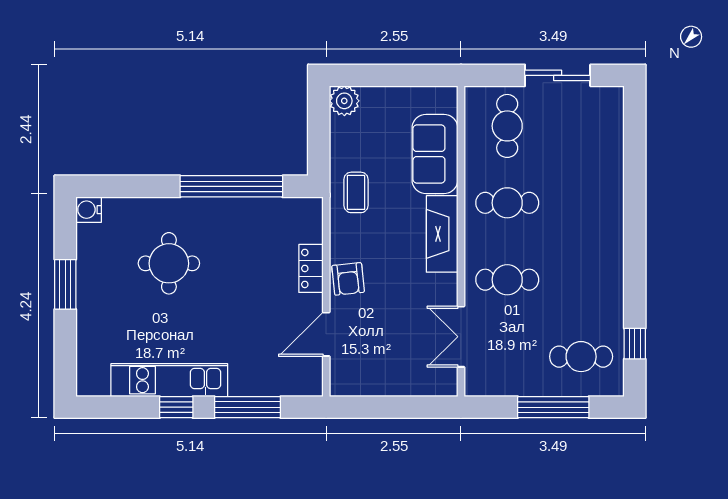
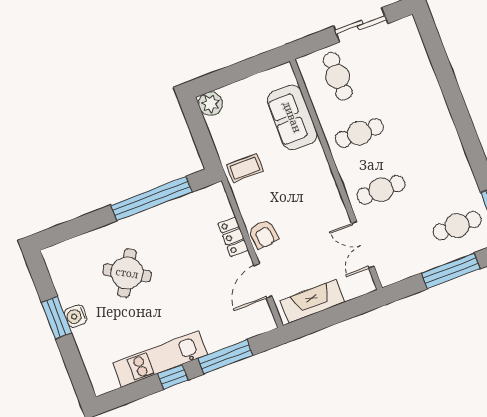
coffee table: (356, 192) -> (245, 168), turned 90
water cooler: (89, 210) -> (76, 316), moved
fireplace: (442, 234) -> (313, 301), moved, turned 90
round table: (169, 263) -> (127, 273), turned 30

